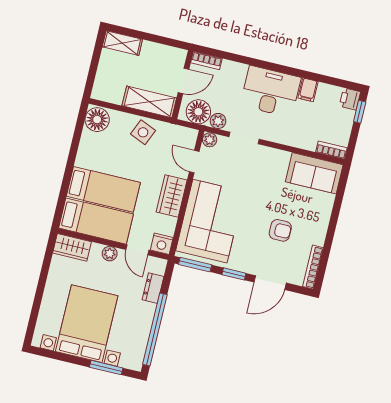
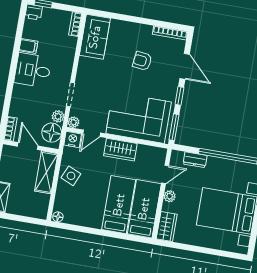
desk: (271, 92) -> (33, 70), width x0.73
floor lamp: (97, 120) -> (58, 217), width x0.53, depth x0.53
armchair: (280, 230) -> (142, 61), turned -83
nightstand: (162, 244) -> (73, 139), moved, turned -90

